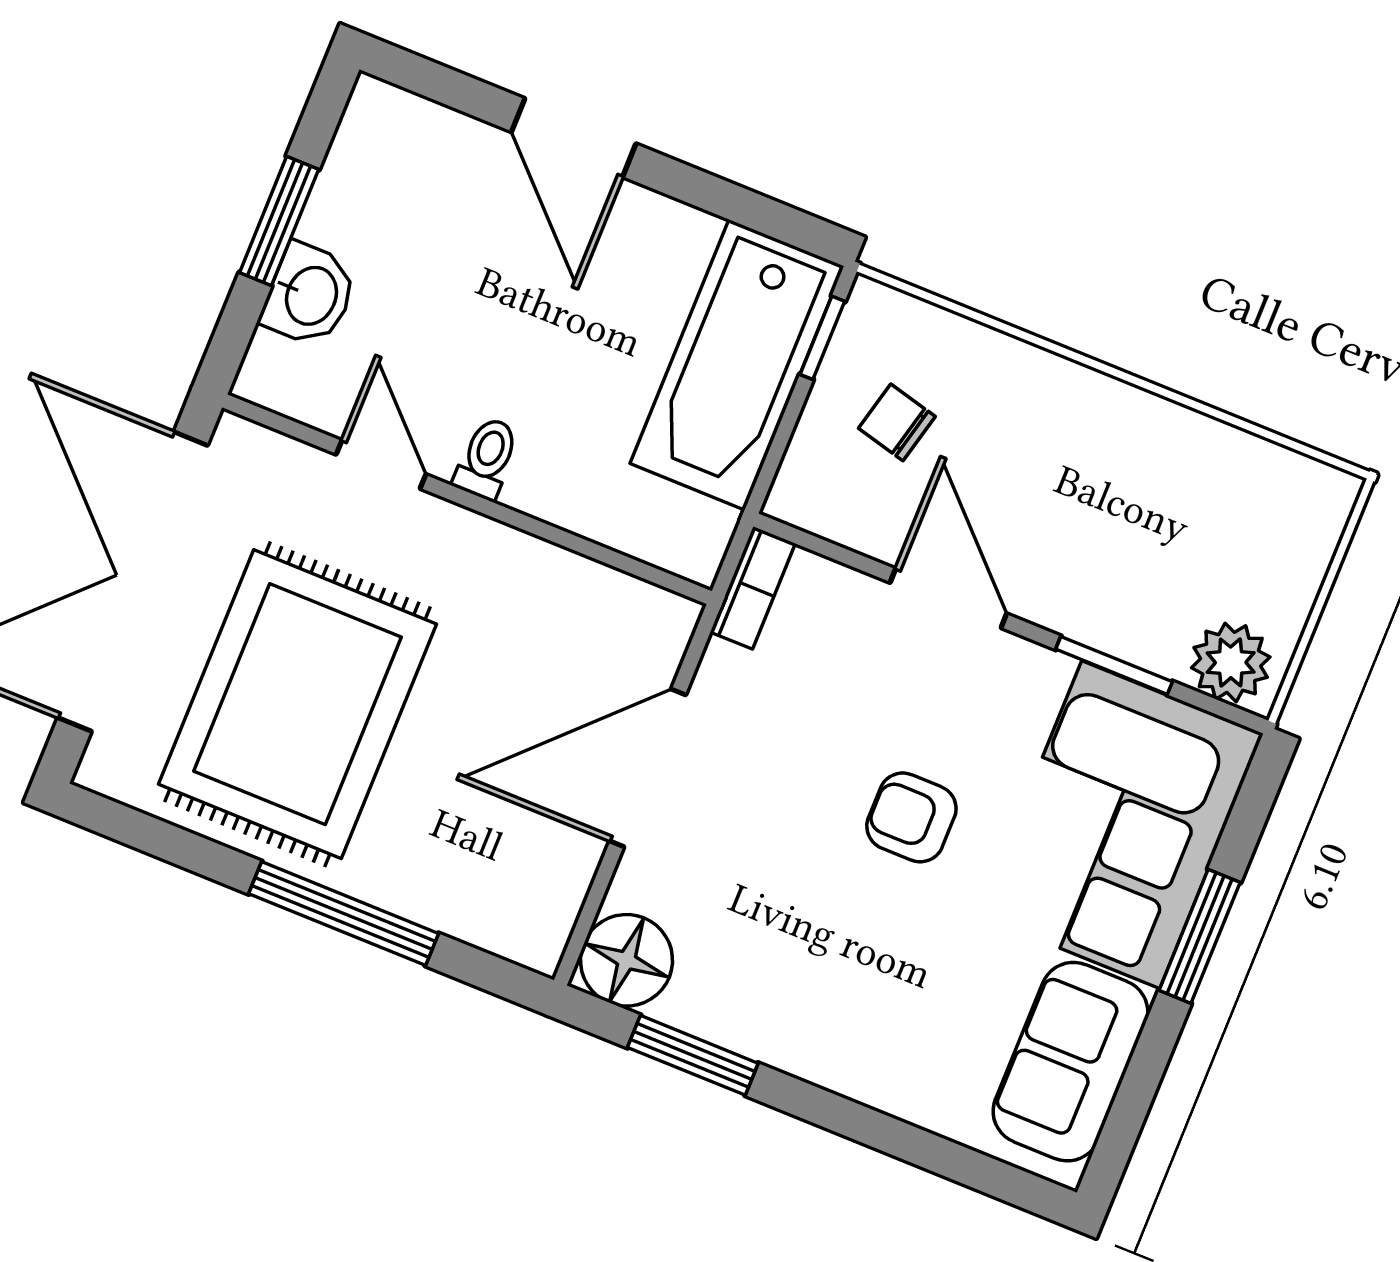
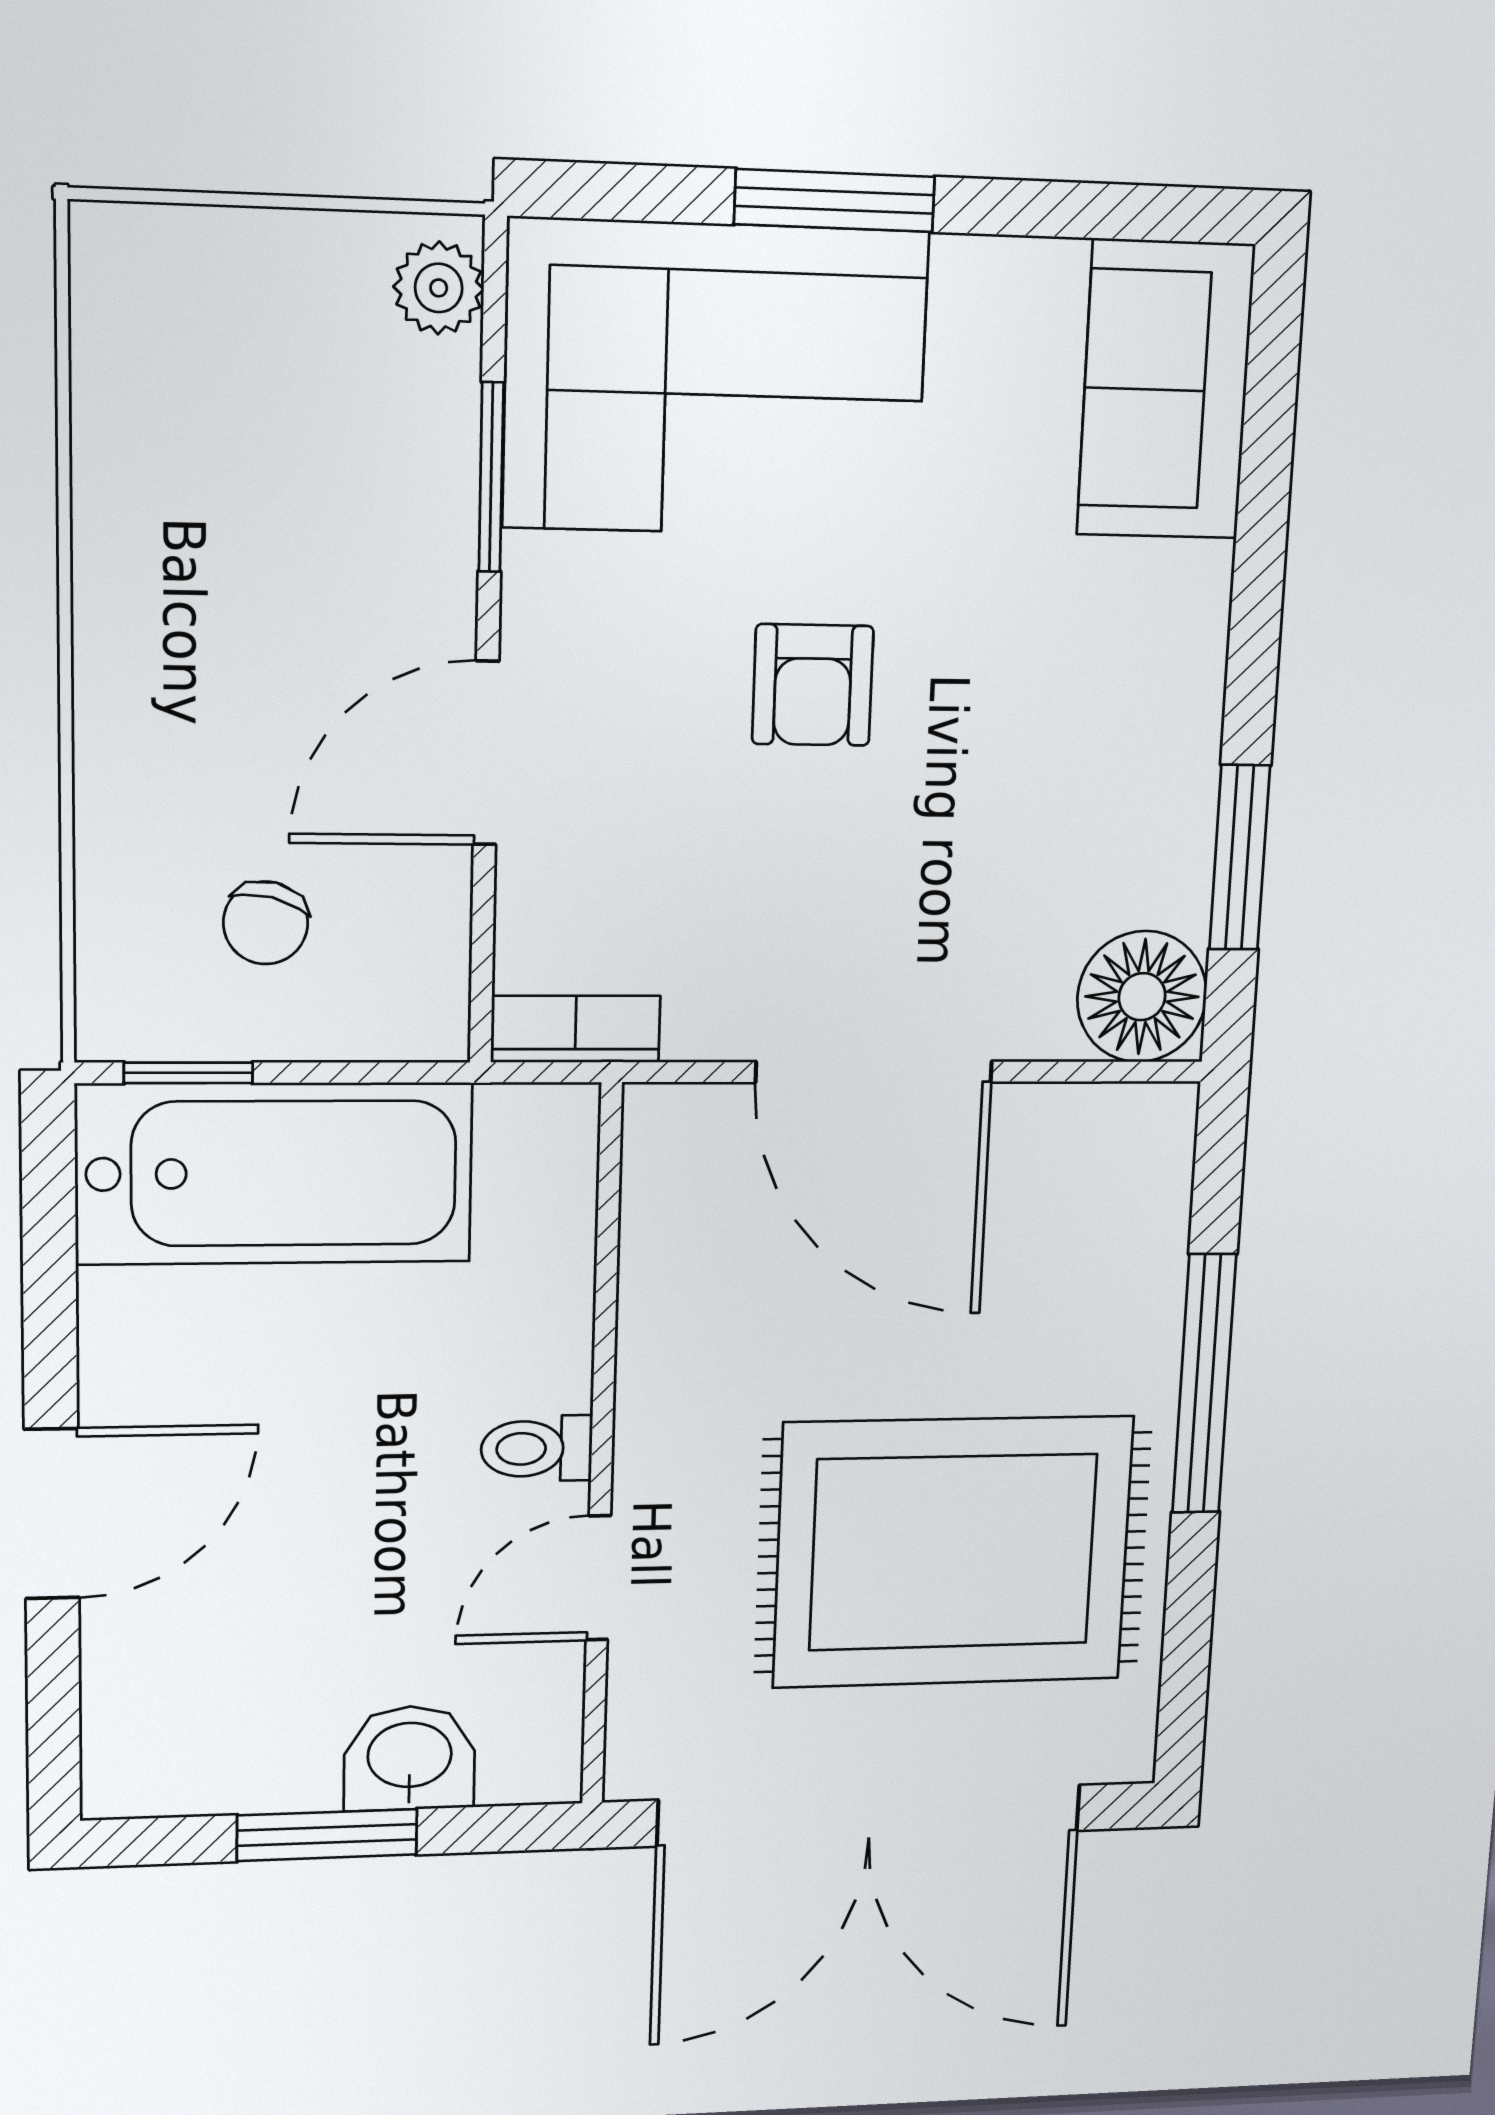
plant: (1231, 662) -> (439, 288), width x0.73, depth x0.73
sofa: (1070, 1062) -> (1166, 390), moved, turned 90

